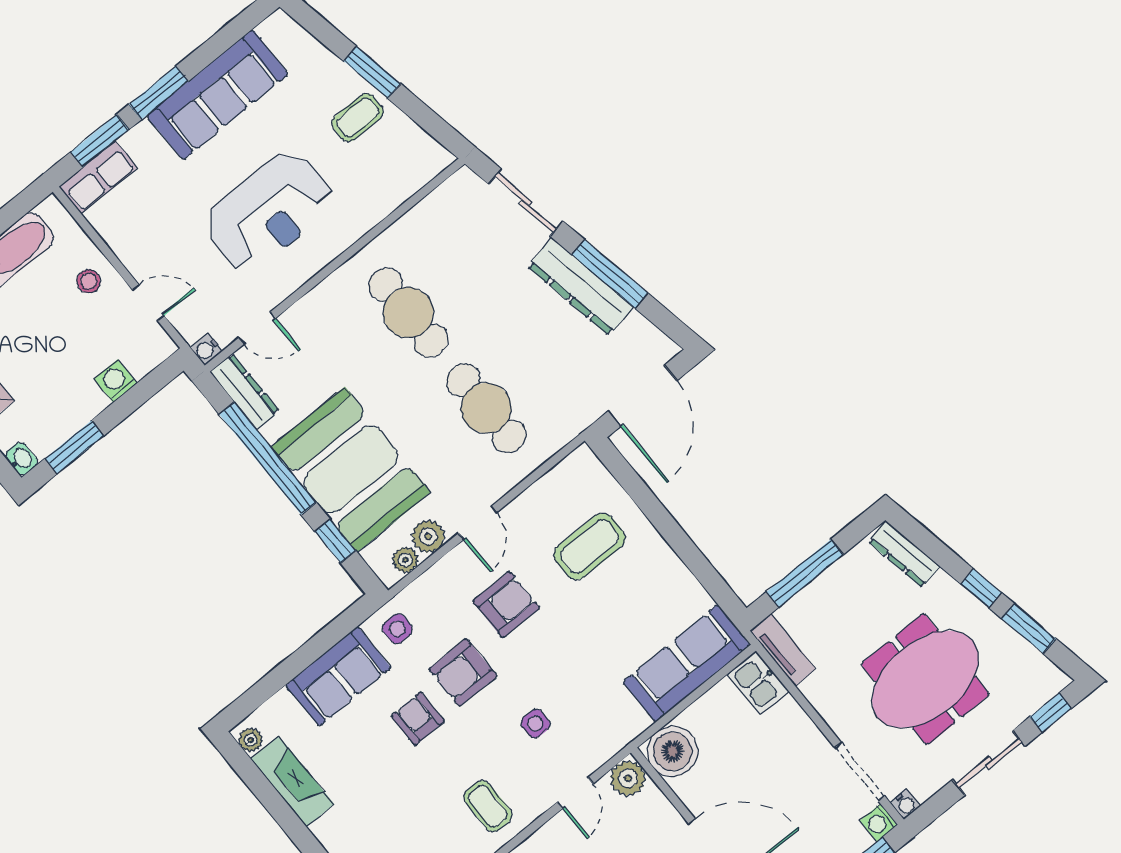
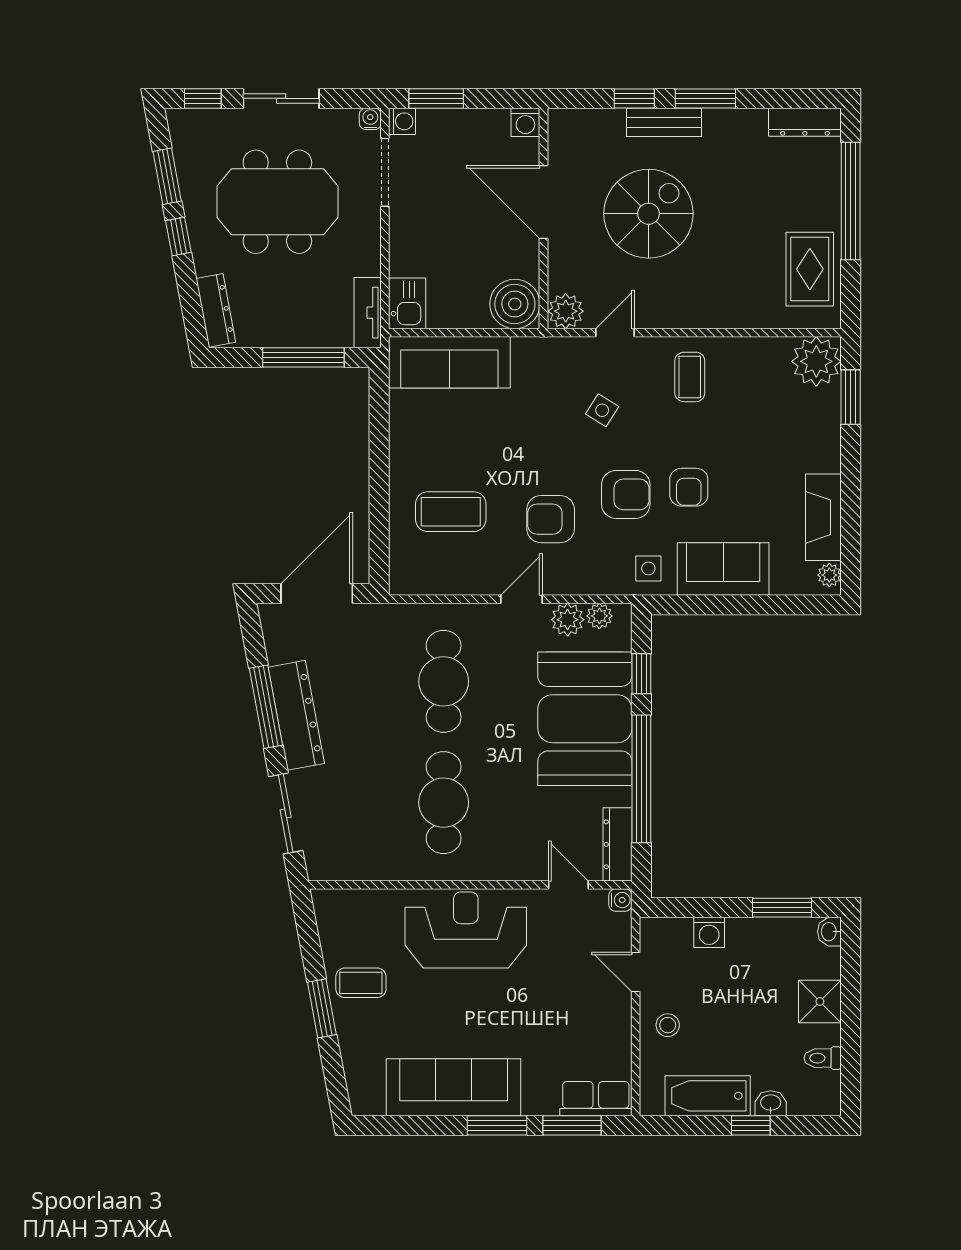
reception desk: (269, 212) -> (466, 930), moved
side table: (535, 724) -> (602, 410), turned 32

